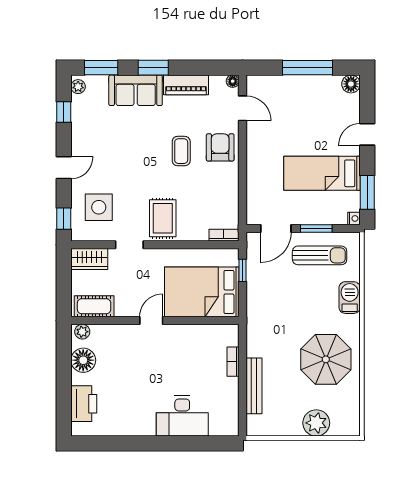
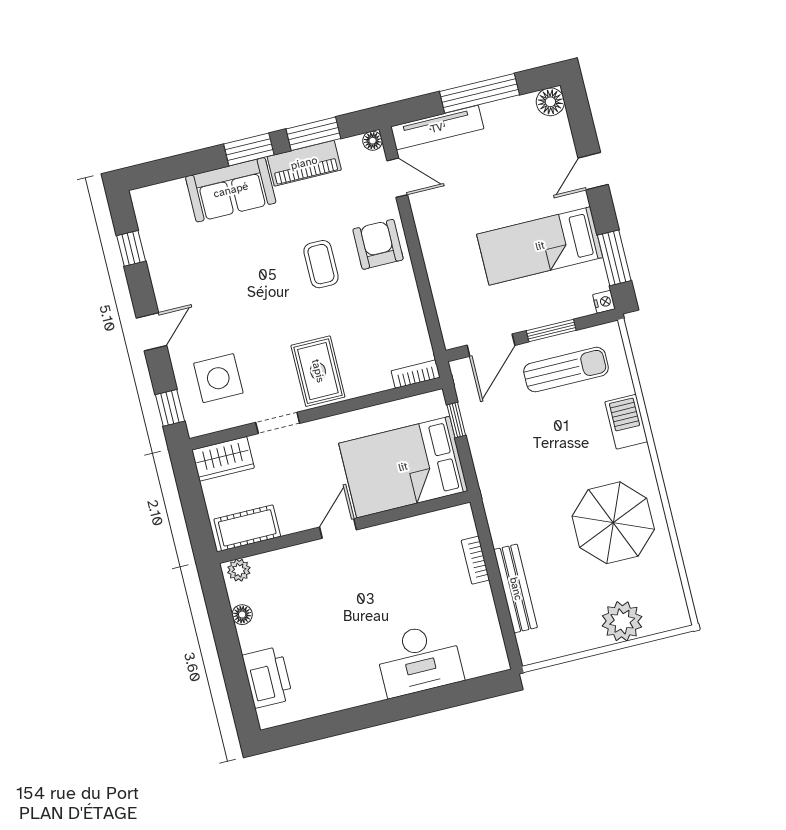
window: (101, 68) -> (313, 134), moved
tv unit: (276, 83) -> (437, 128), added
plant: (78, 87) -> (143, 205), removed
floor lamp: (83, 360) -> (242, 615), width x0.53, depth x0.53

